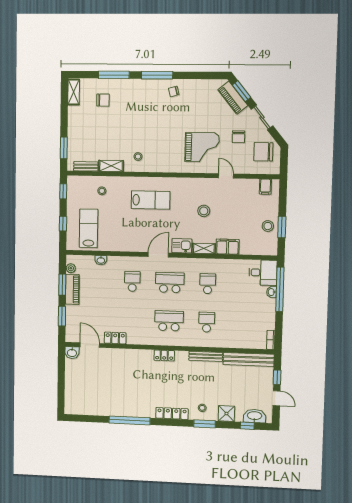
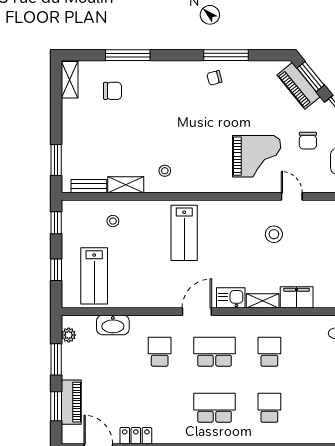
window: (157, 75) -> (226, 55), moved
lab bench: (151, 200) -> (184, 233), turned 90
stool: (204, 211) -> (274, 234), moved
lab bench: (89, 228) -> (94, 276), turned 180
washbasin: (101, 260) -> (113, 325), width x1.91, depth x1.45
piano: (72, 289) -> (71, 402), moved

